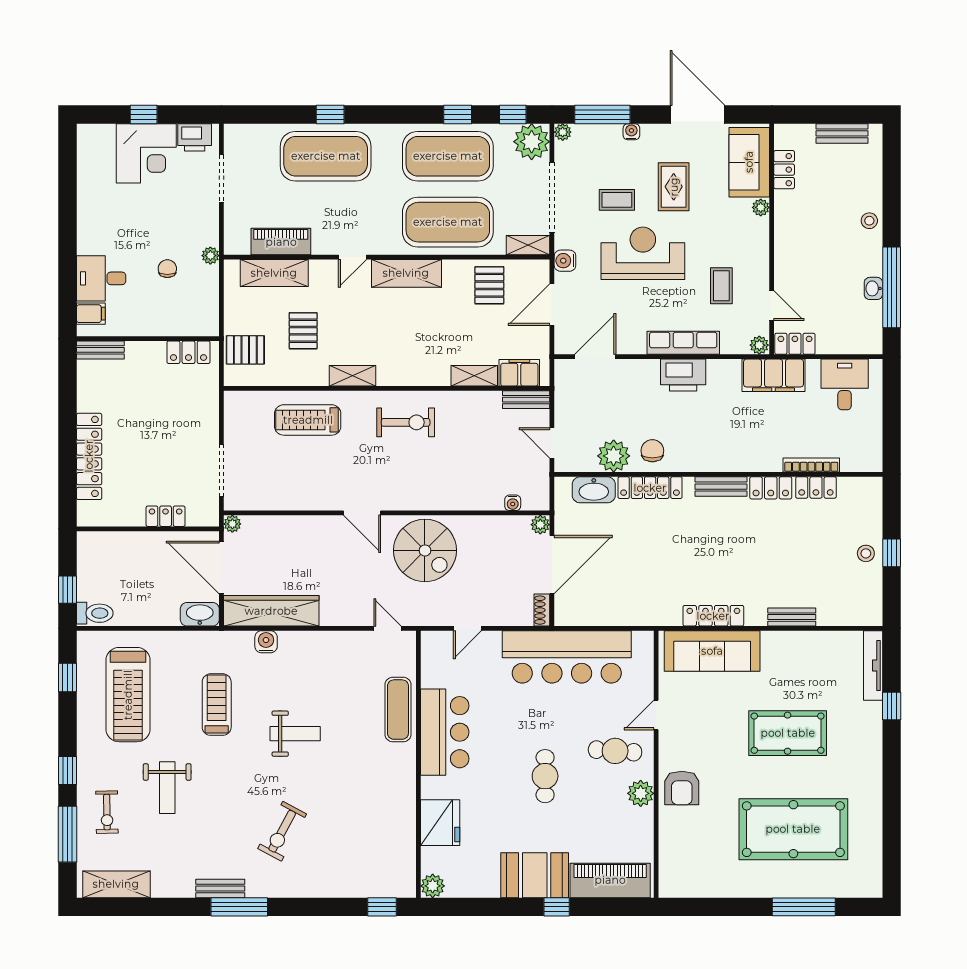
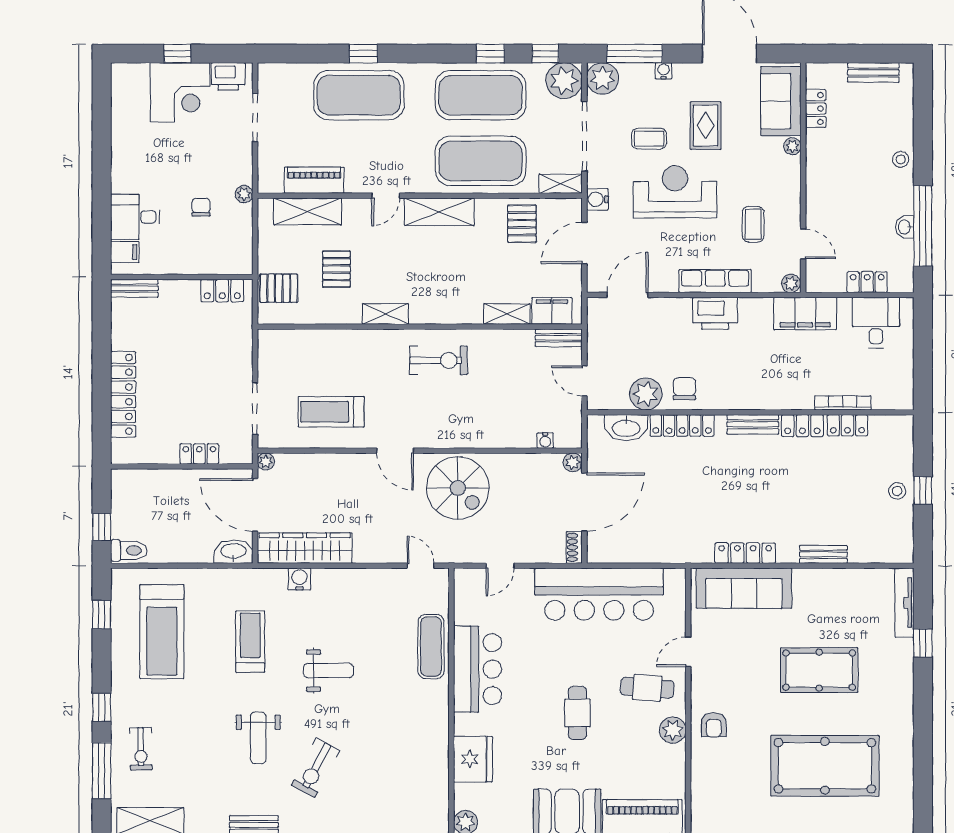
plant: (563, 132) -> (603, 78), width x1.88, depth x1.88
locker: (795, 344) -> (867, 282), moved
treadmill: (308, 420) -> (331, 412), moved
weight bench: (167, 788) -> (258, 738), moved
armchair: (682, 788) -> (714, 725), width x0.72, depth x0.72

